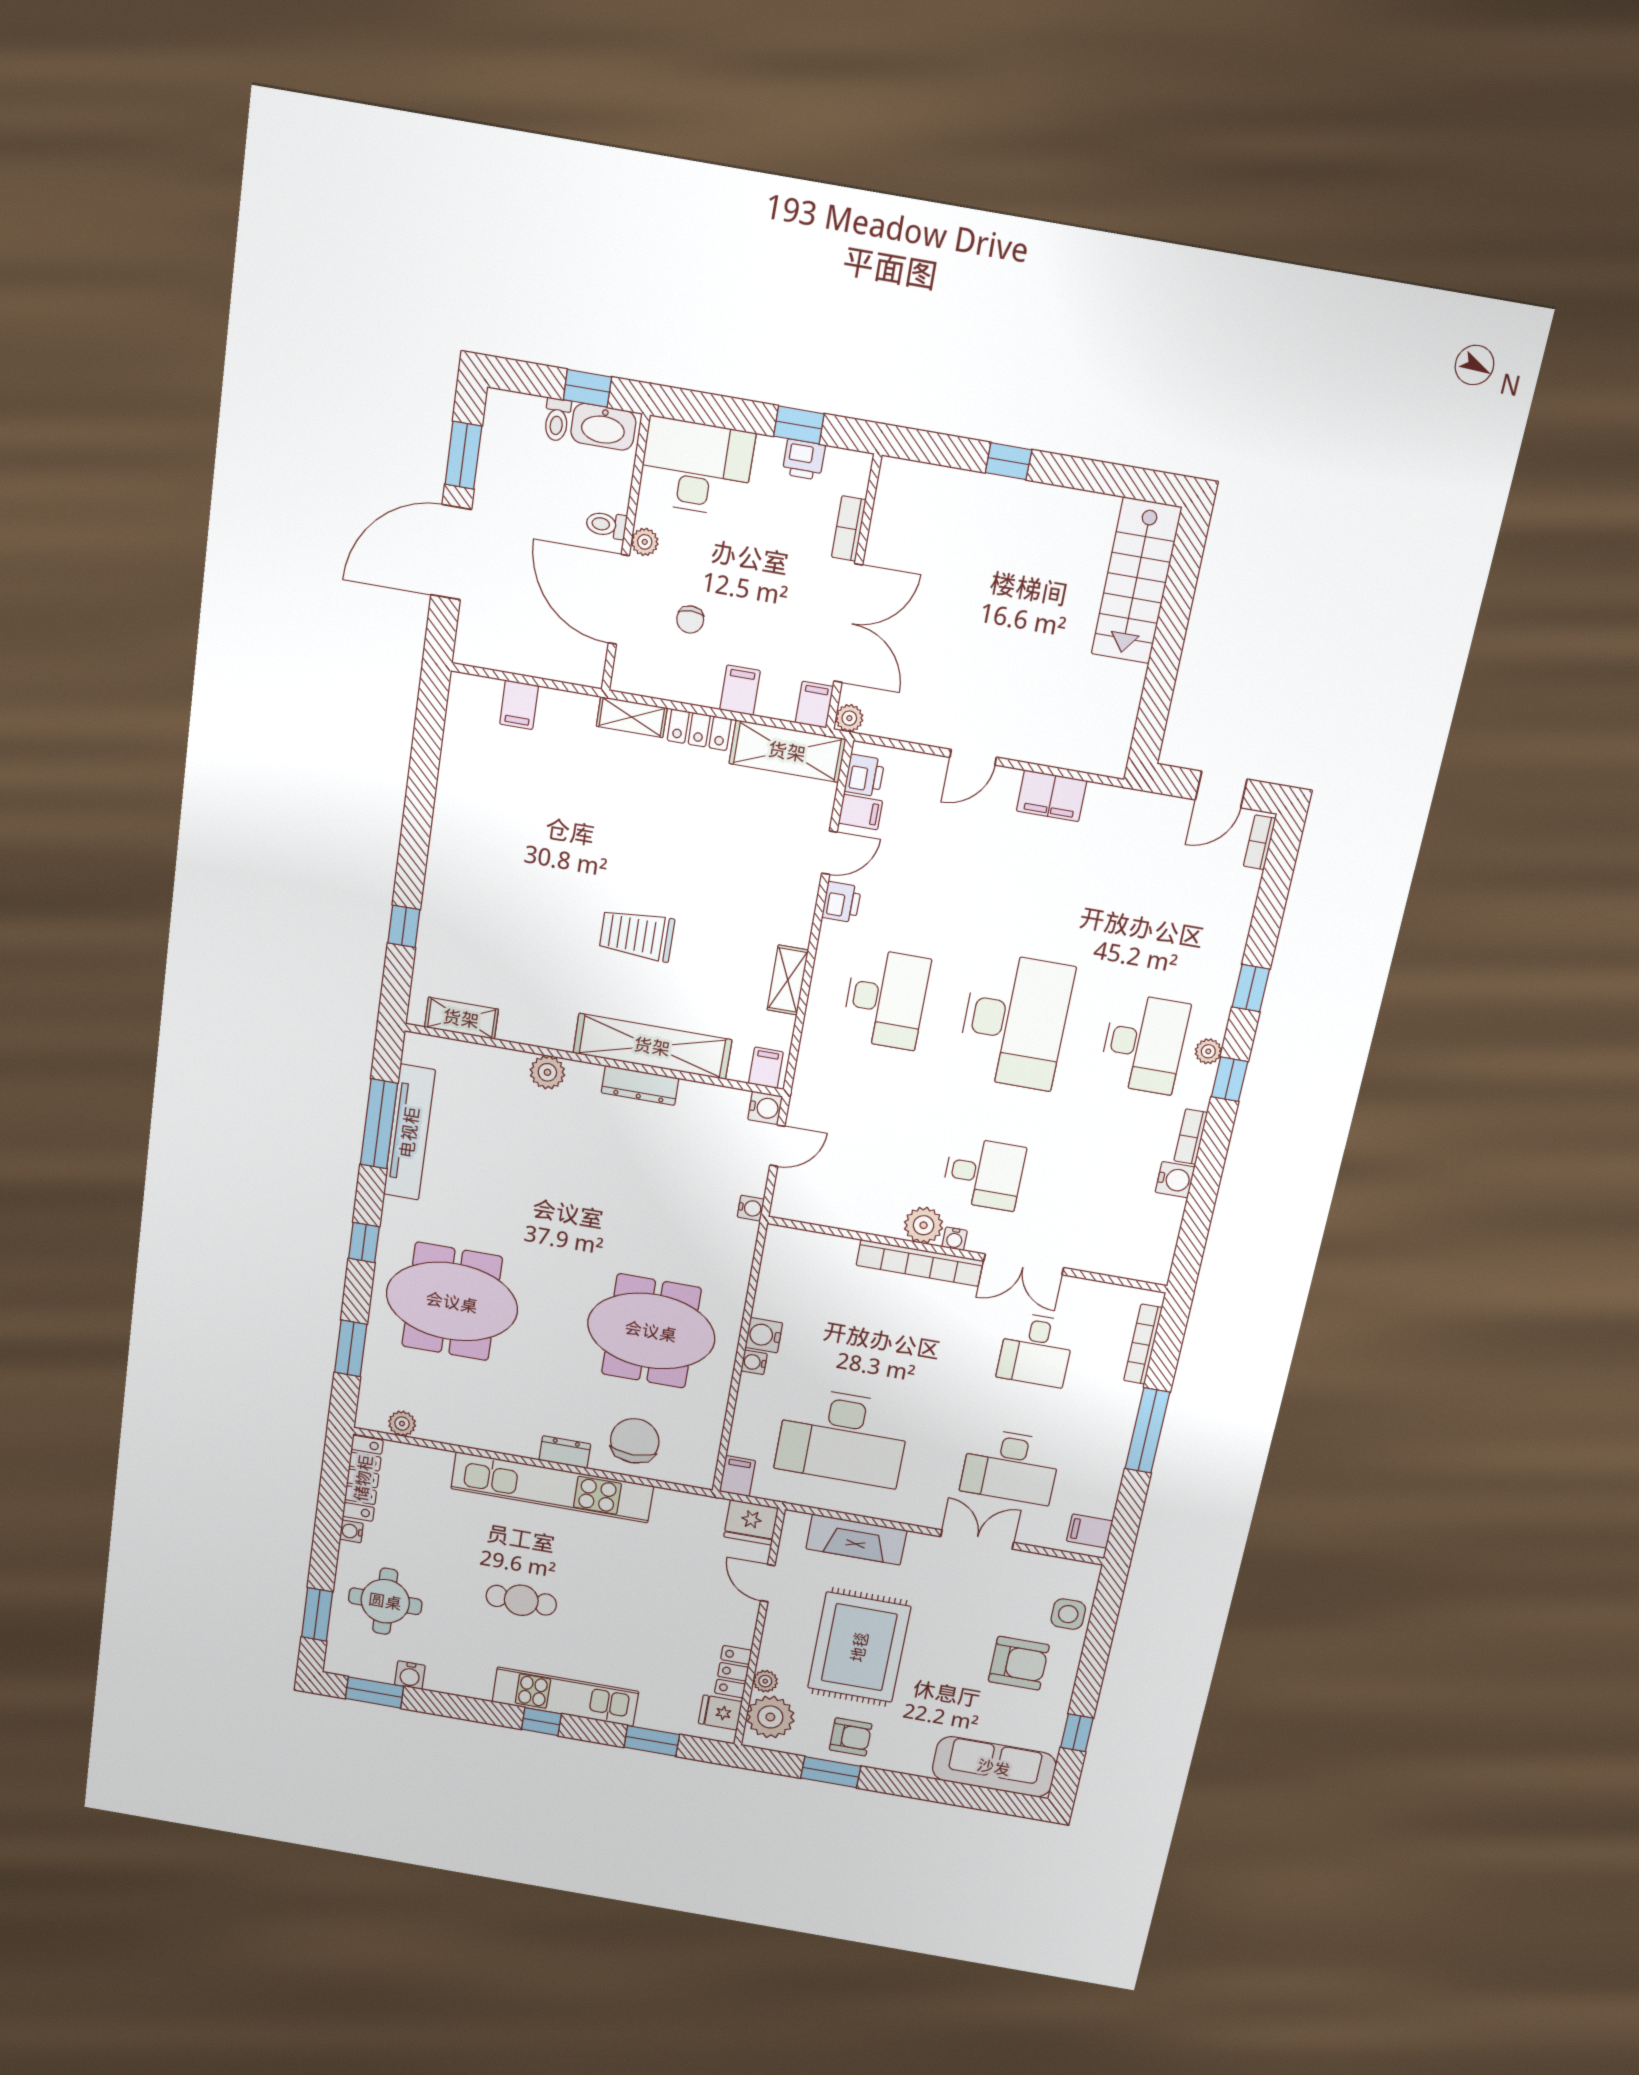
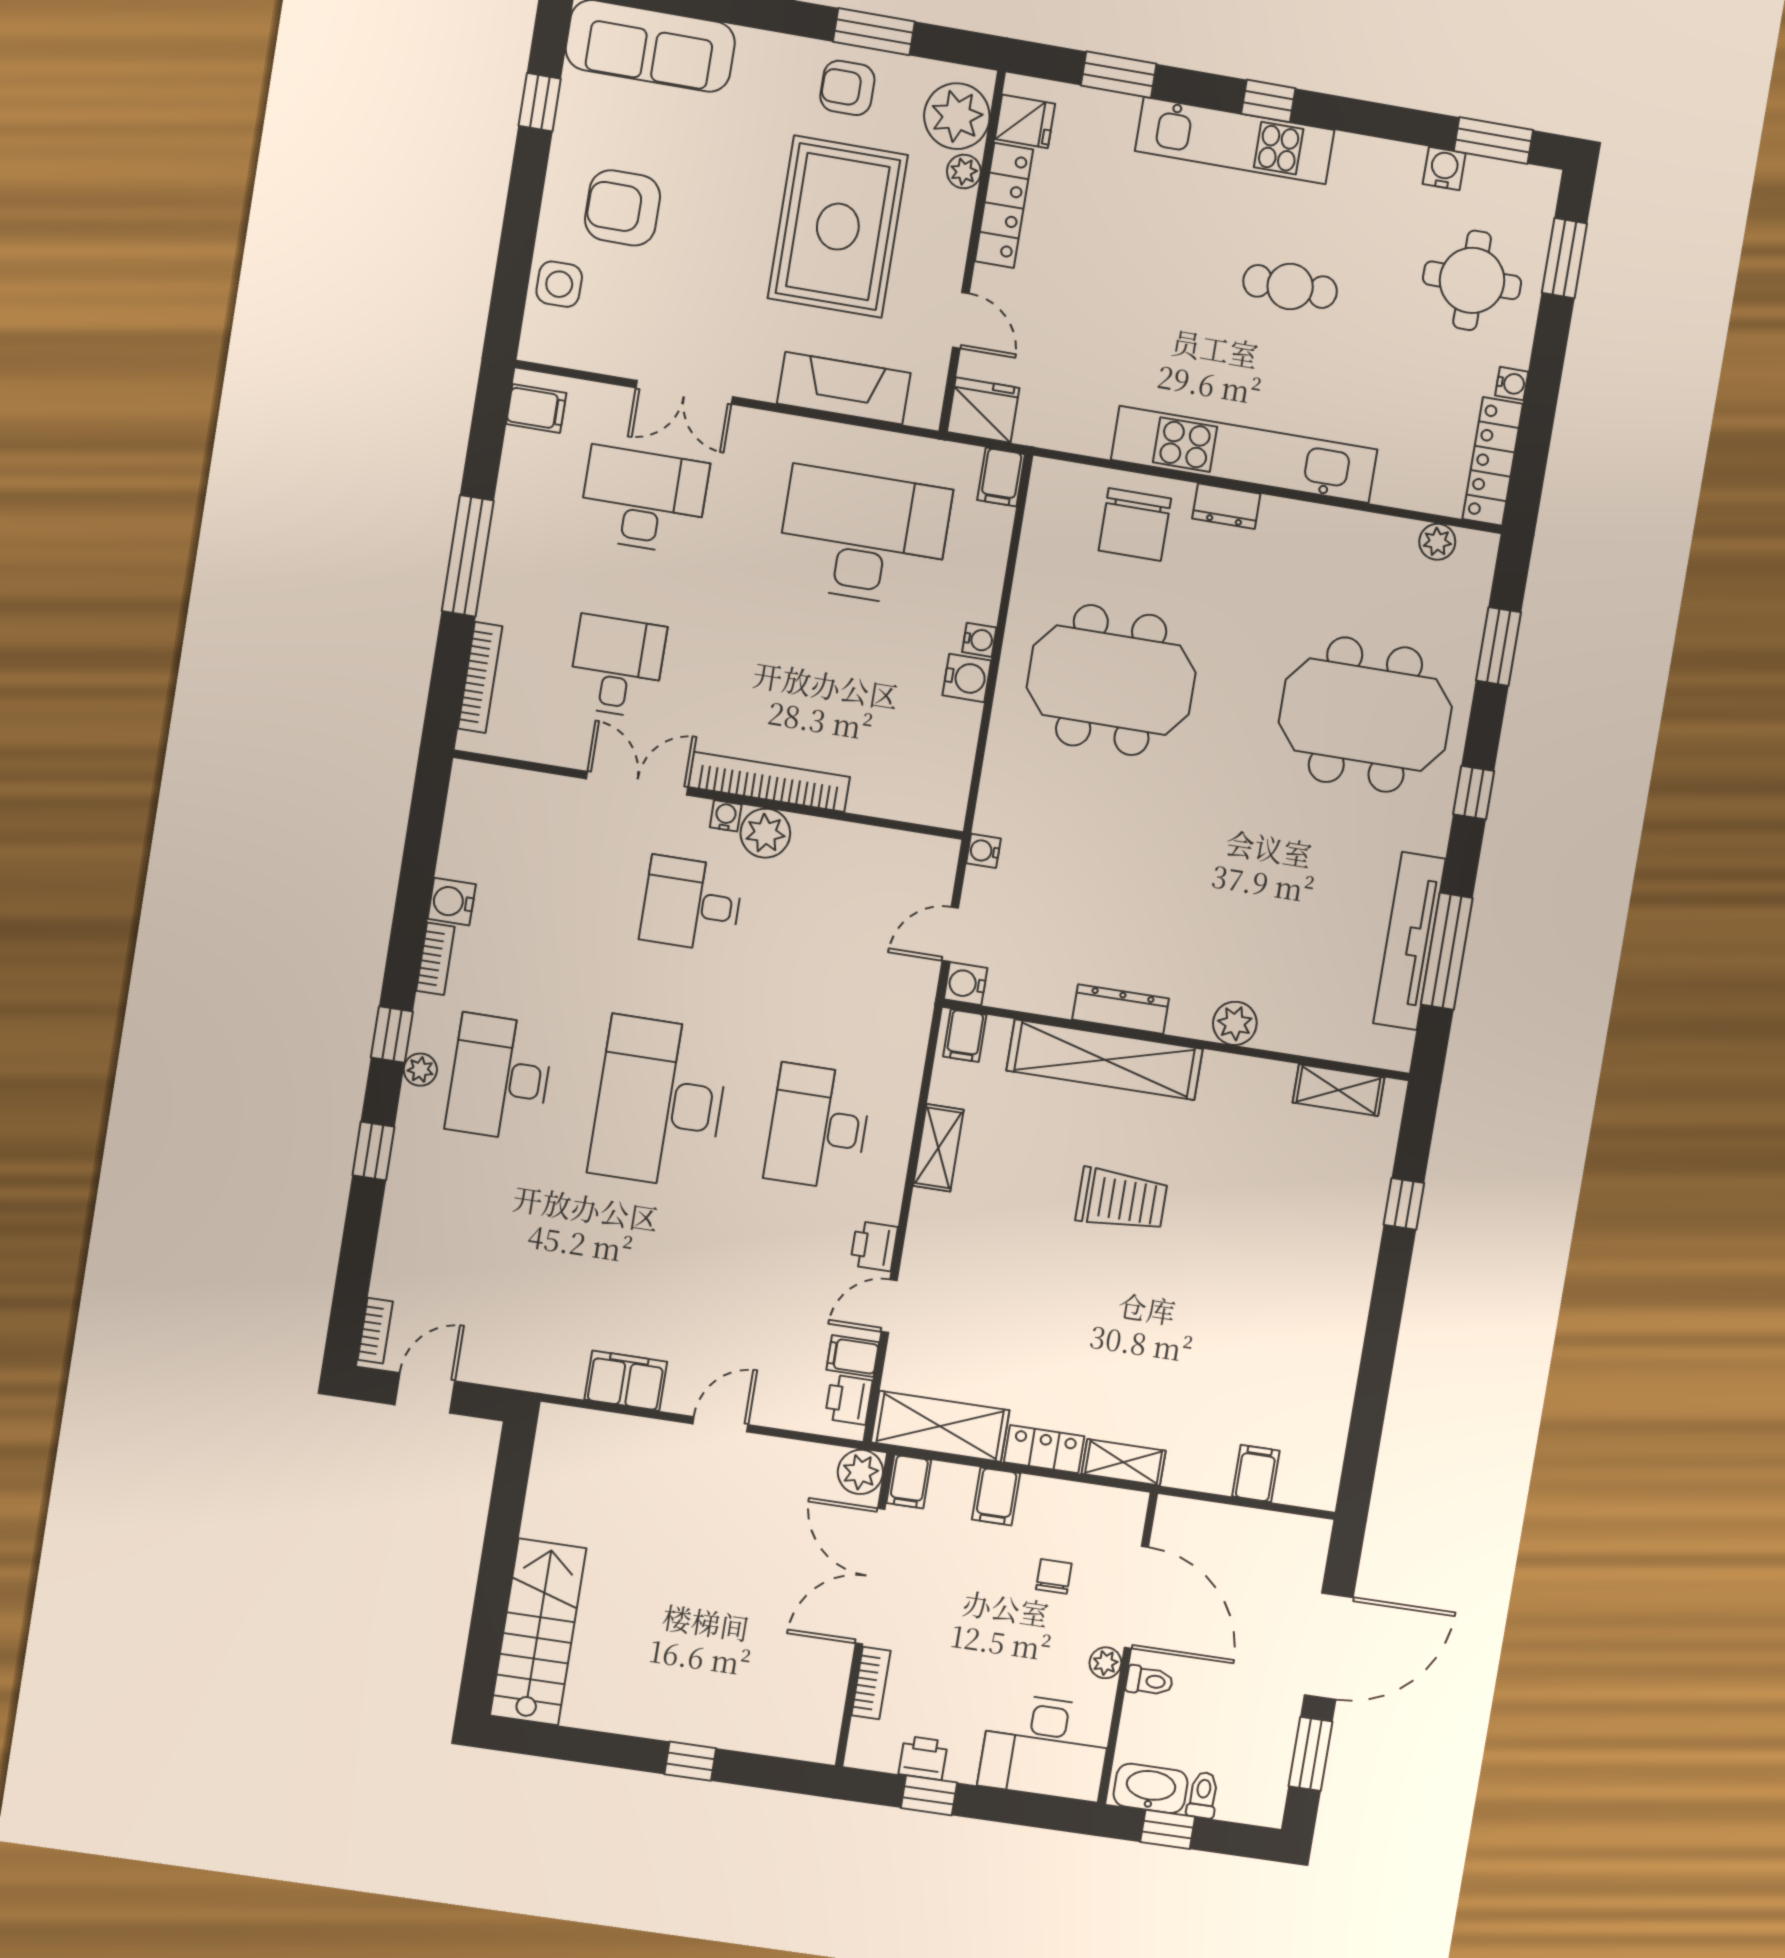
plant: (849, 718) -> (860, 1472), width x1.38, depth x1.38
locker: (733, 1672) -> (1004, 205), width x1.53

